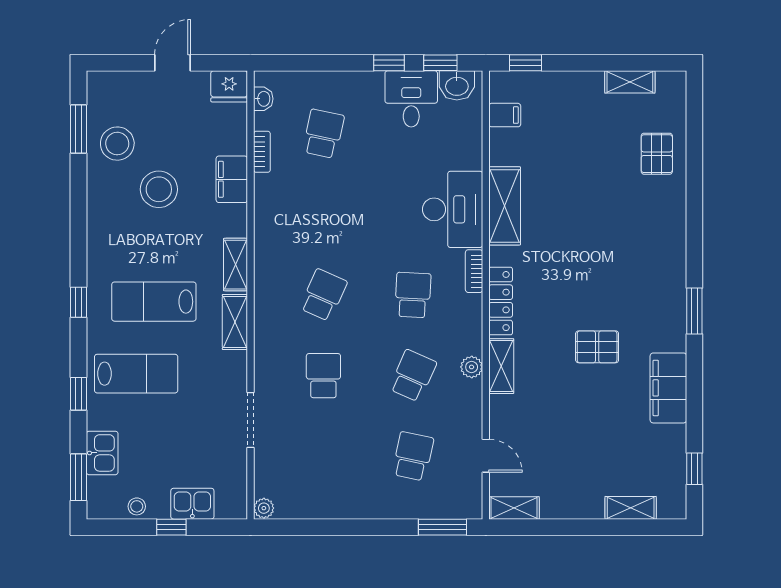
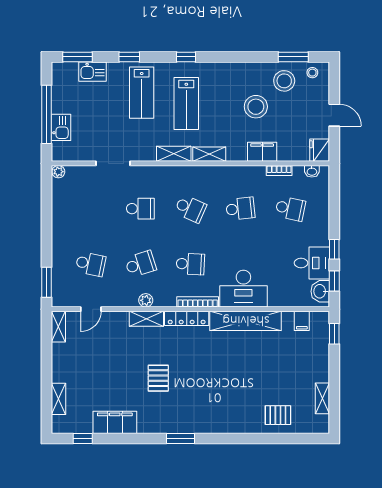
shelving: (505, 206) -> (246, 321), width x1.47
school desk: (323, 214) -> (240, 209), added
bookcase: (474, 271) -> (198, 302), width x1.56
lab bench: (154, 302) -> (186, 104), turned 180
school desk: (413, 376) -> (140, 264), turned -42
filing cabinet: (668, 388) -> (115, 422), moved
stool: (137, 506) -> (312, 73), moved
window: (171, 527) -> (47, 114), width x3.17

